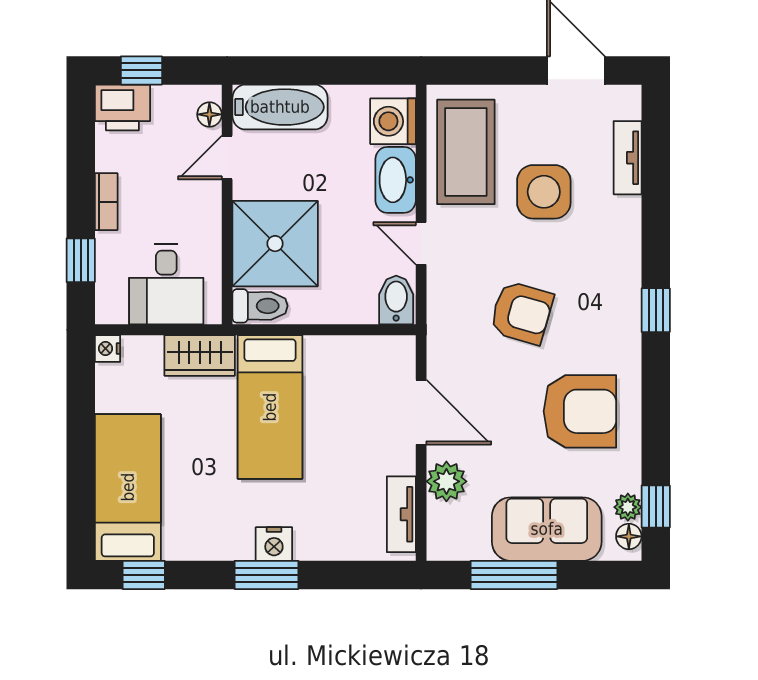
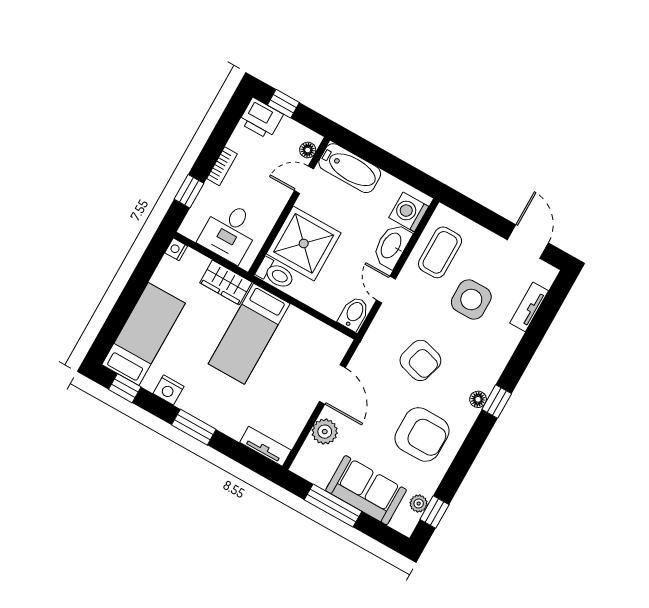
coffee table: (466, 152) -> (440, 252), width x0.73, depth x0.76
tv unit: (401, 514) -> (266, 446), moved, turned 90
floor lamp: (629, 536) -> (478, 399), moved
nightstand: (274, 544) -> (168, 390), moved

